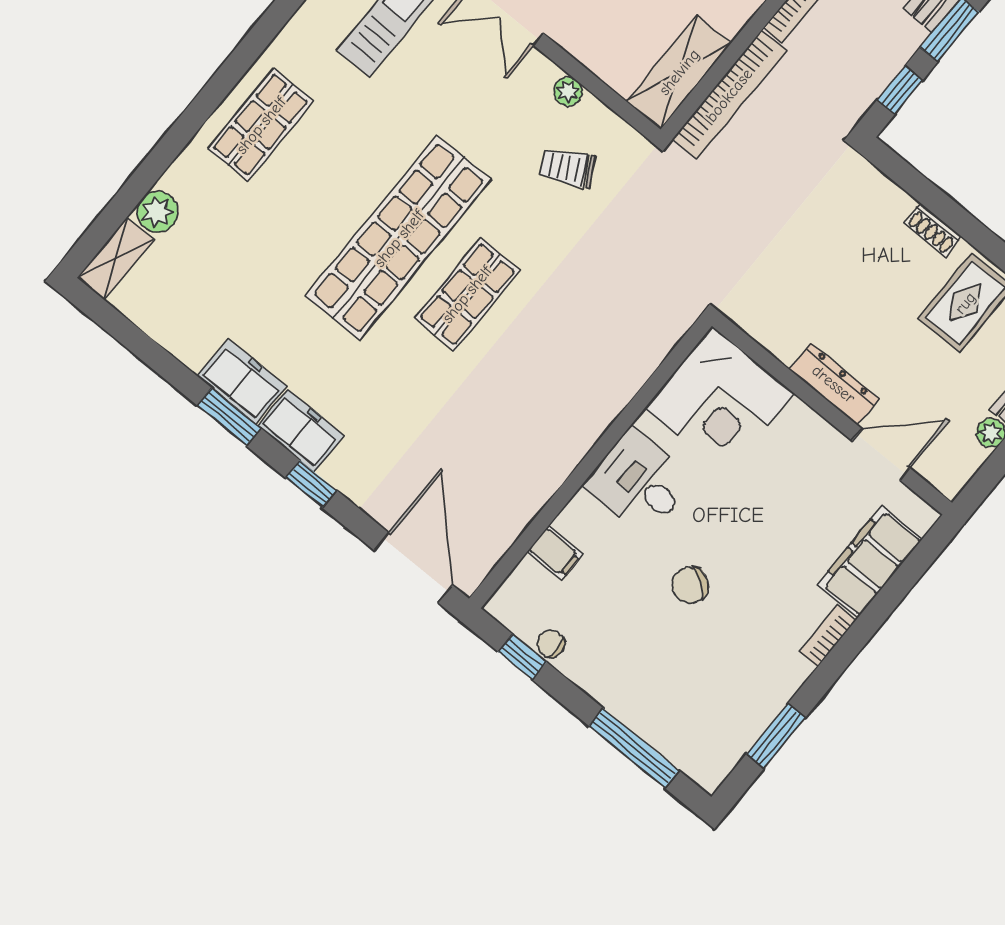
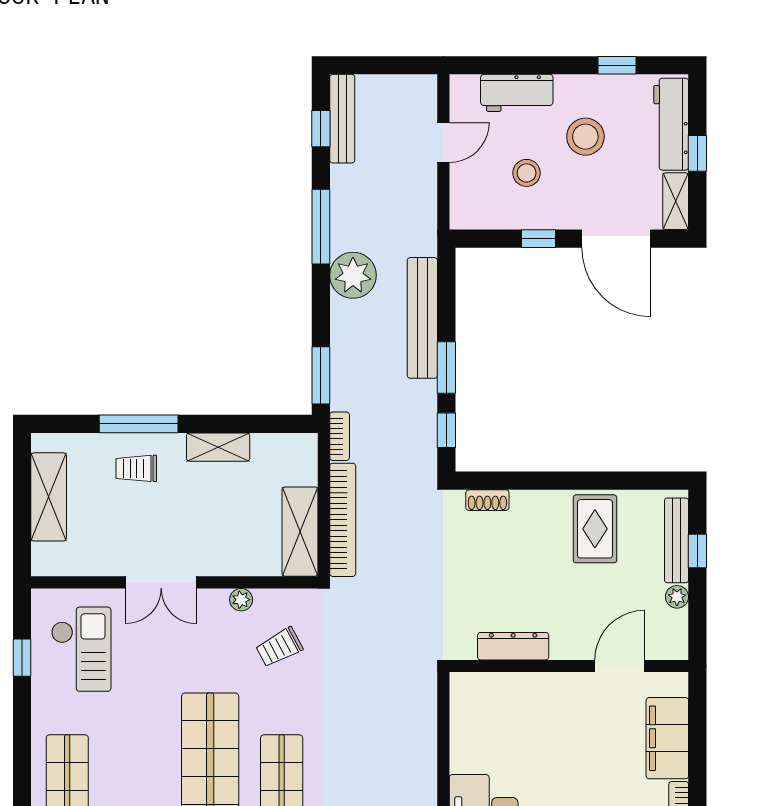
shoe rack: (933, 230) -> (487, 500), moved
dresser: (834, 384) -> (513, 646), moved
corner desk: (719, 401) -> (492, 715), removed

